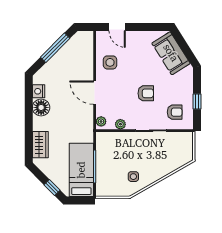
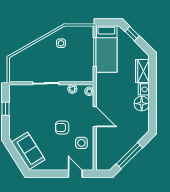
nightstand: (39, 91) -> (144, 89), moved
armchair: (146, 93) -> (62, 128), moved
armchair: (175, 112) -> (25, 99), removed

